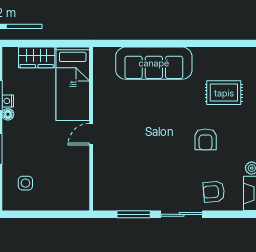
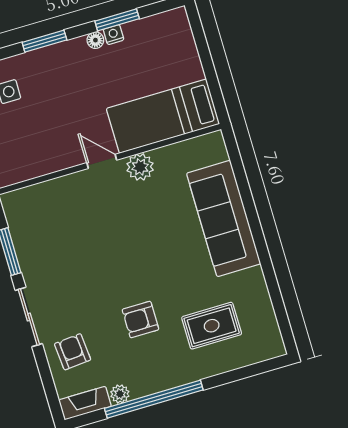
wardrobe: (37, 57) -> (184, 57), removed
rug: (224, 93) -> (212, 326), turned 90
plant: (102, 109) -> (140, 167), added

